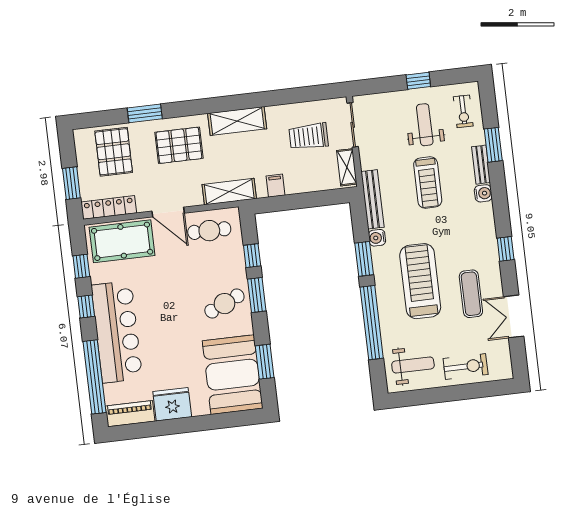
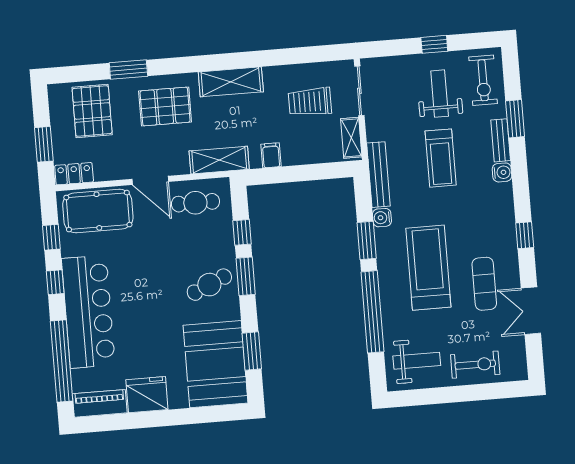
exercise bike: (463, 111) -> (483, 80), width x1.38, depth x1.39
locker: (109, 207) -> (74, 174), width x0.66

